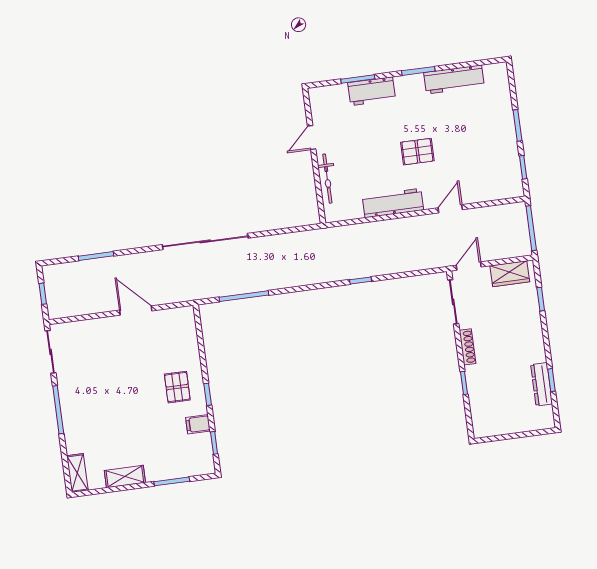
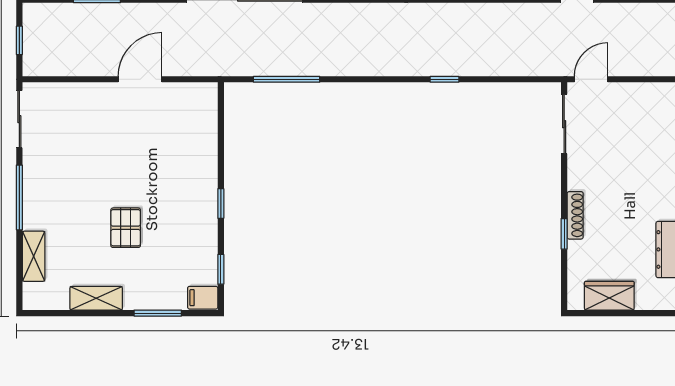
wardrobe: (510, 274) -> (609, 296), moved, turned 180
door: (136, 311) -> (140, 79), hinge flipped
shoe rack: (468, 347) -> (575, 215), moved
pallet: (177, 387) -> (126, 228), moved
filing cabinet: (198, 424) -> (203, 298), moved
shelving: (77, 473) -> (34, 256), moved

